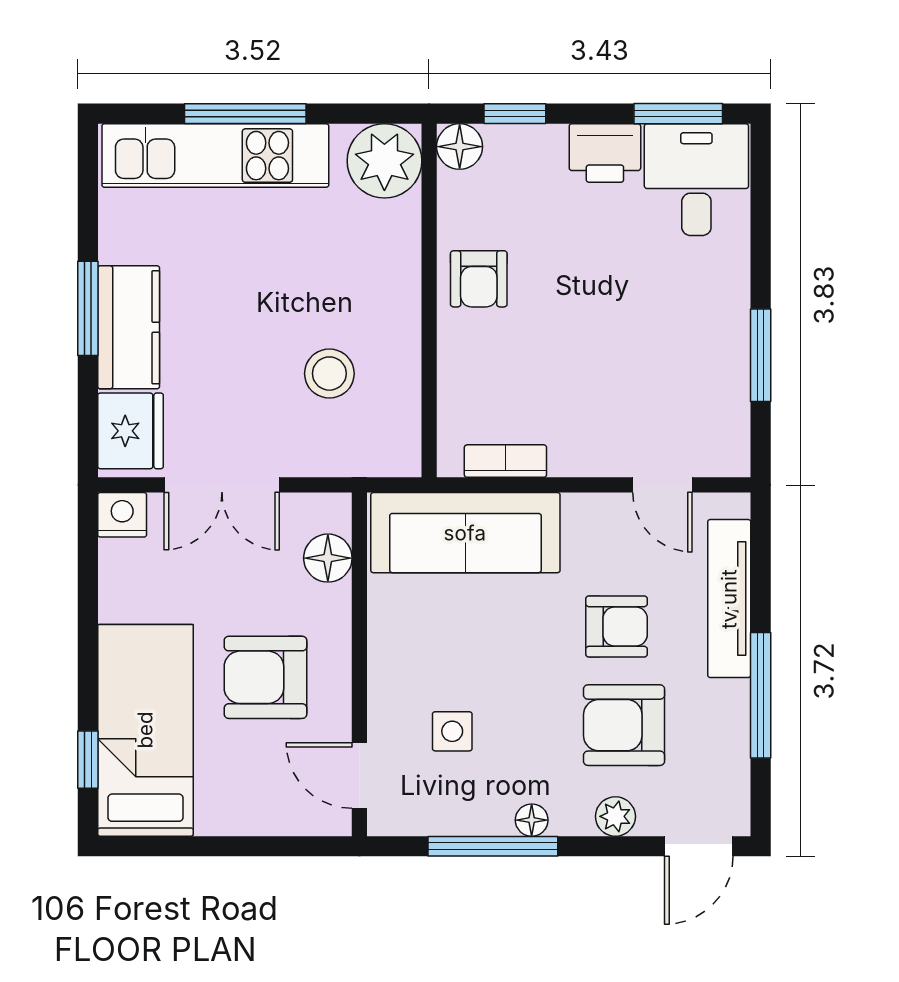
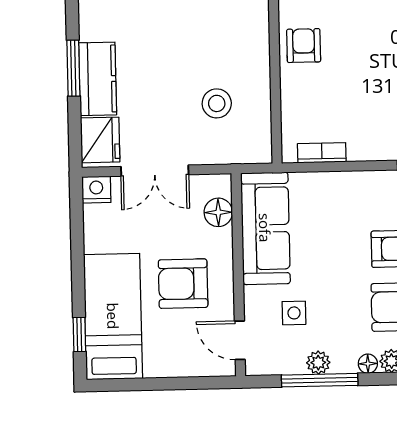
armchair: (479, 279) -> (304, 46), turned 180
sofa: (465, 533) -> (265, 228), moved, turned -90
plant: (491, 816) -> (318, 363), added
floor lamp: (532, 820) -> (368, 364), moved

